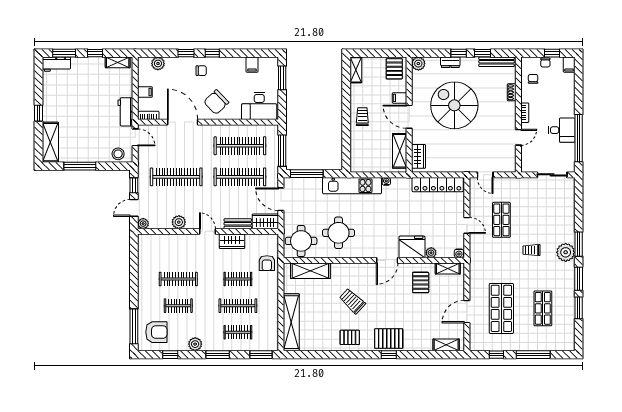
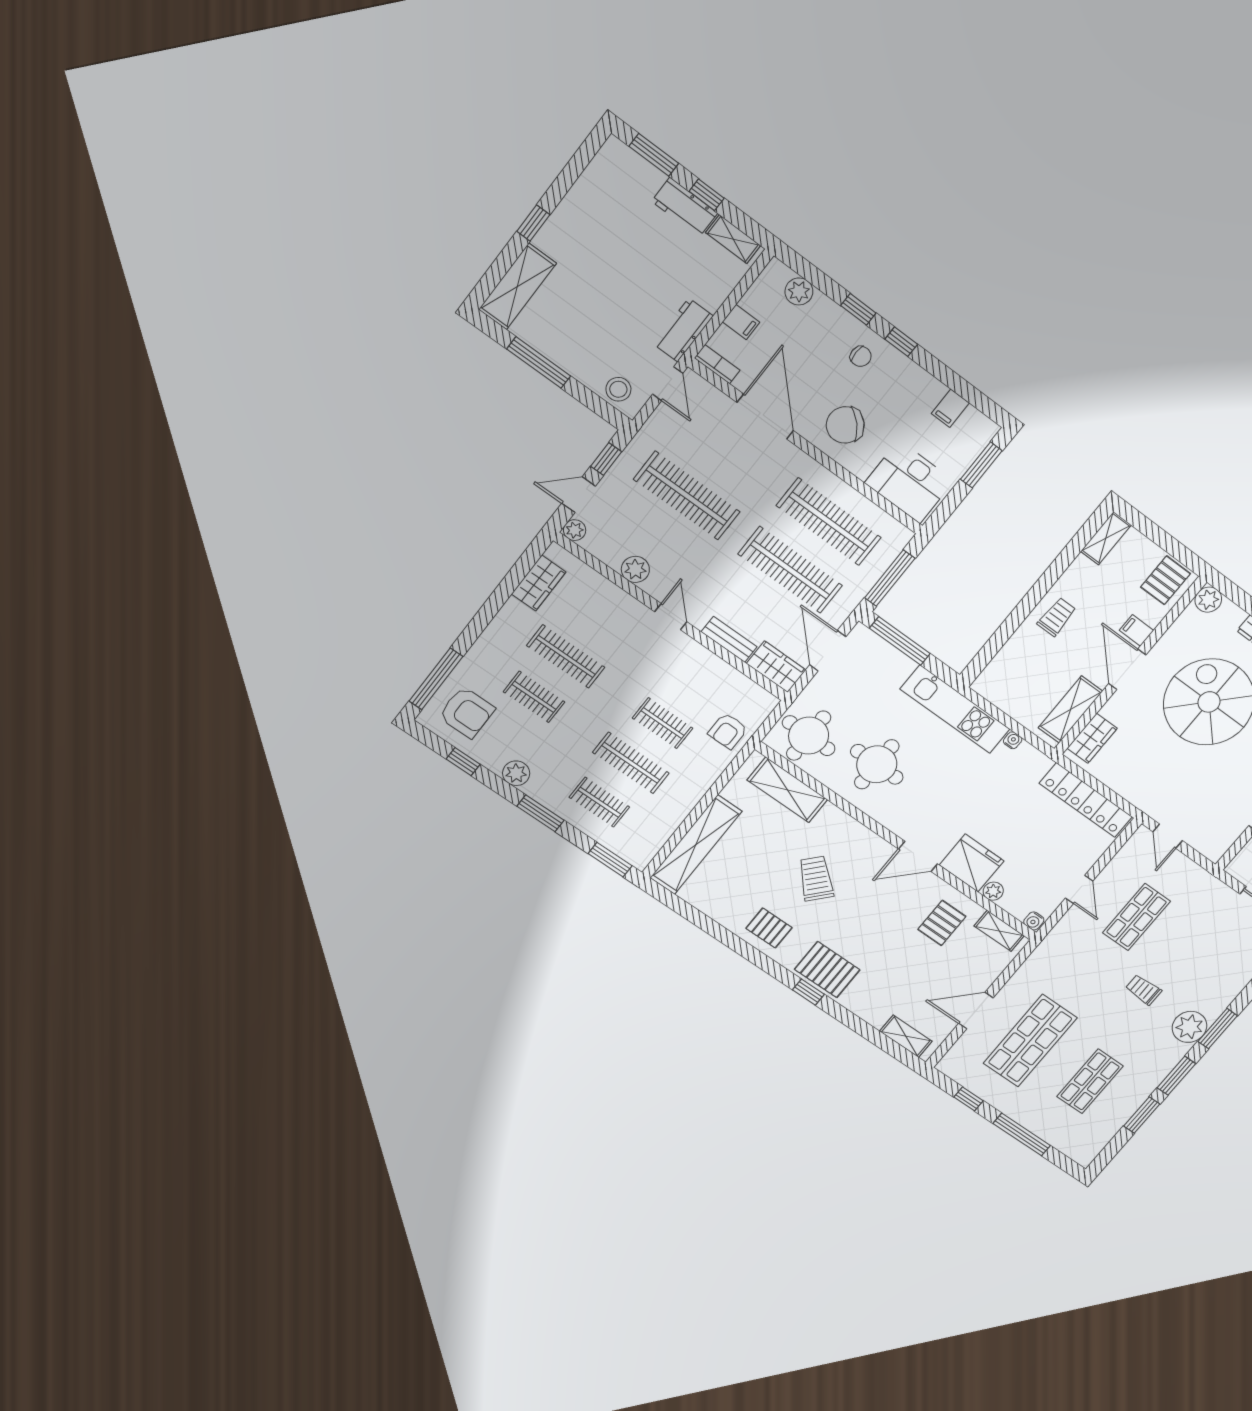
workbench: (56, 64) -> (685, 207), moved
wardrobe: (232, 241) -> (539, 583), moved, turned -90

